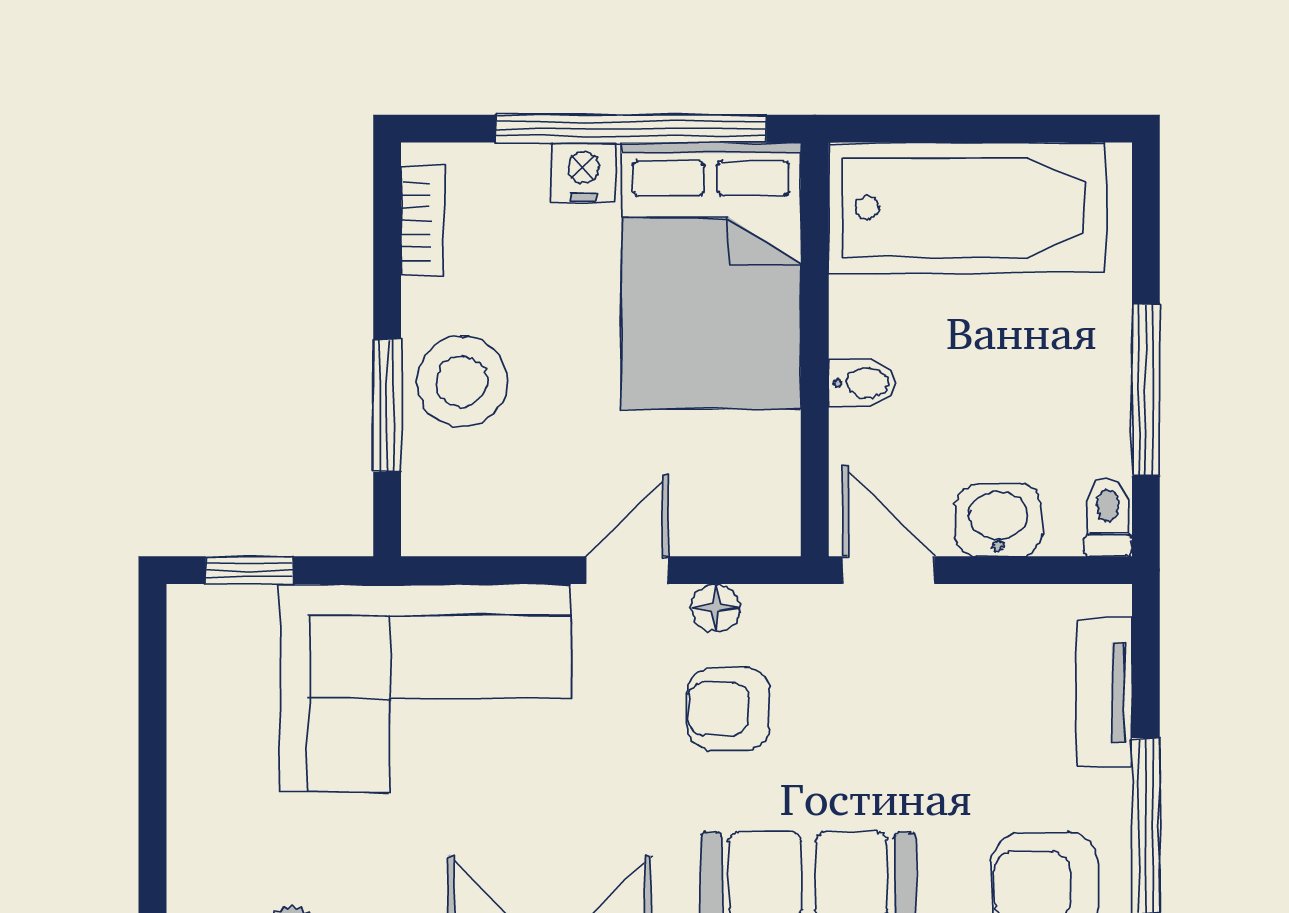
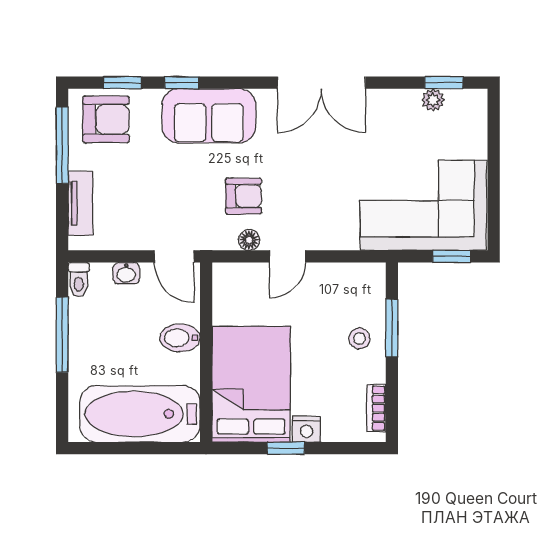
window: (631, 129) -> (286, 448), width x0.32
stool: (462, 381) -> (359, 338), width x0.53, depth x0.53
bidet: (863, 383) -> (180, 338), width x1.38, depth x1.36
washbasin: (998, 520) -> (126, 273), width x0.72, depth x0.69
corner sofa: (425, 688) -> (423, 205), moved

